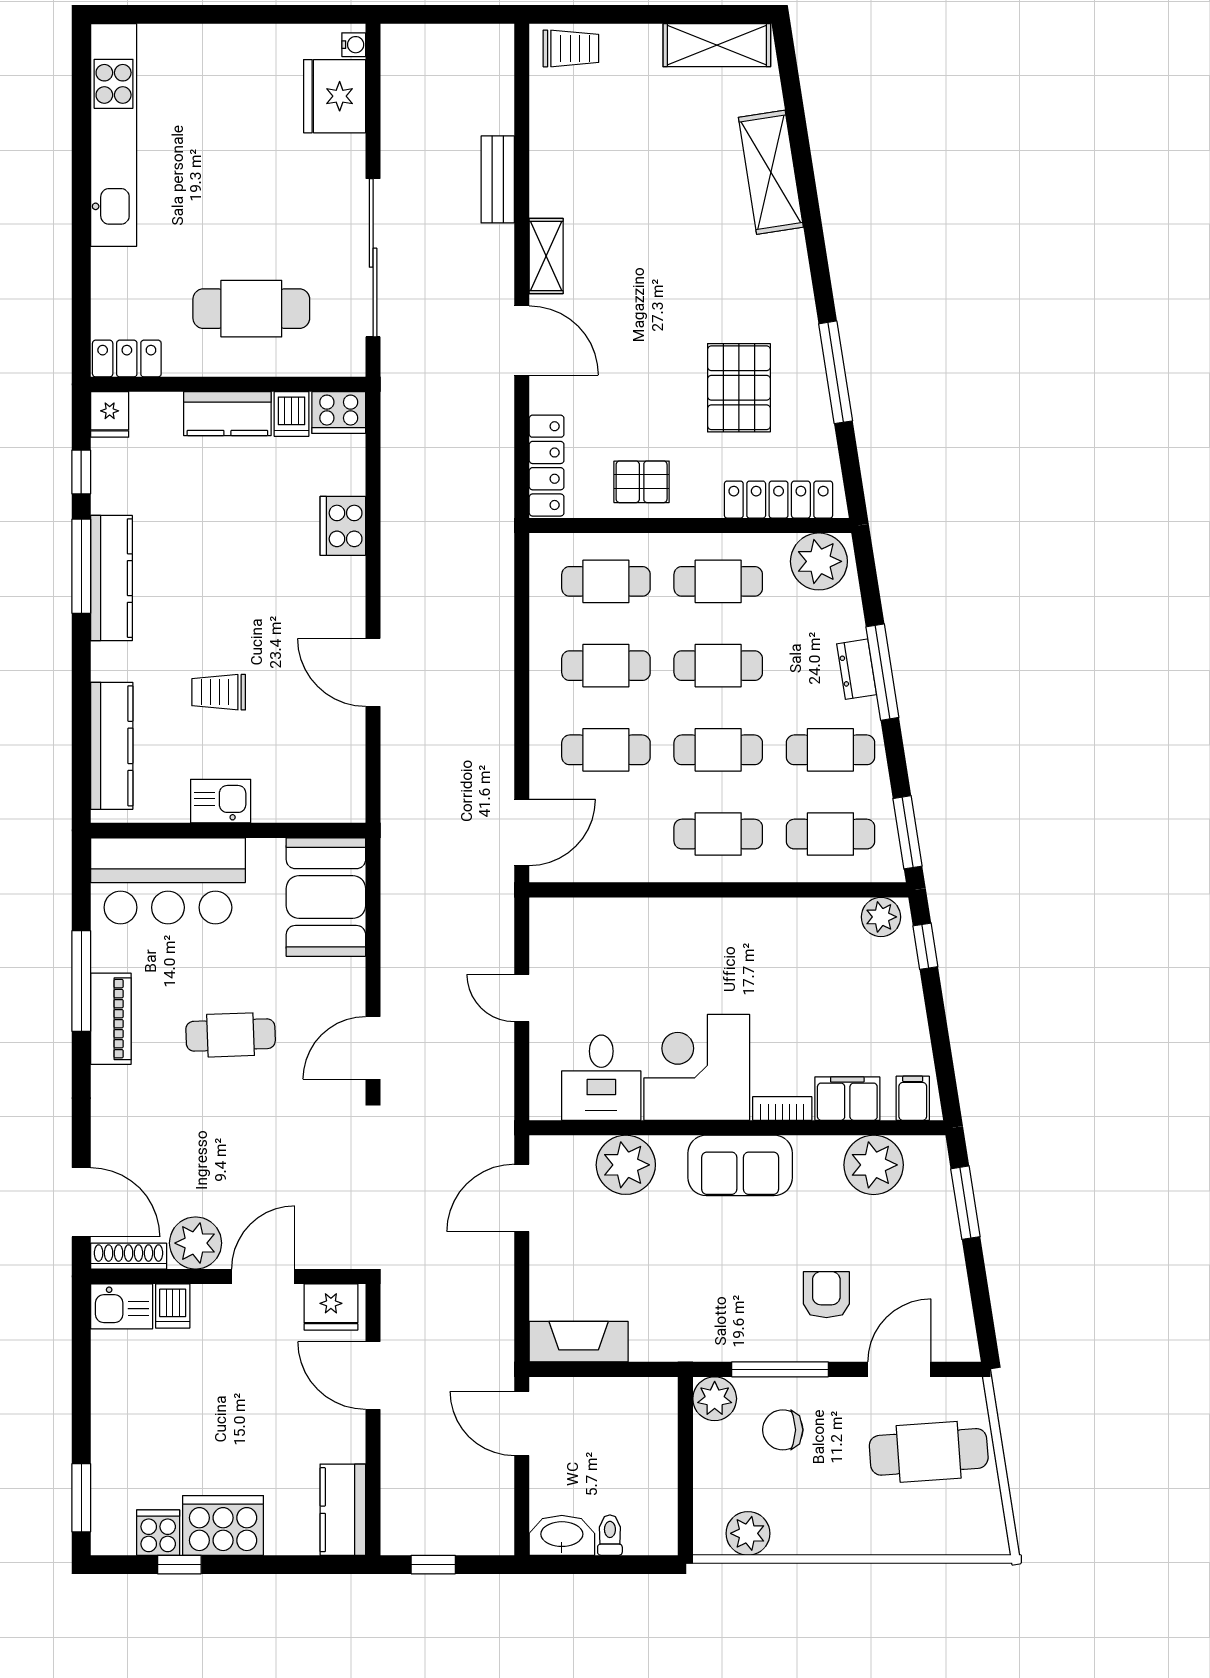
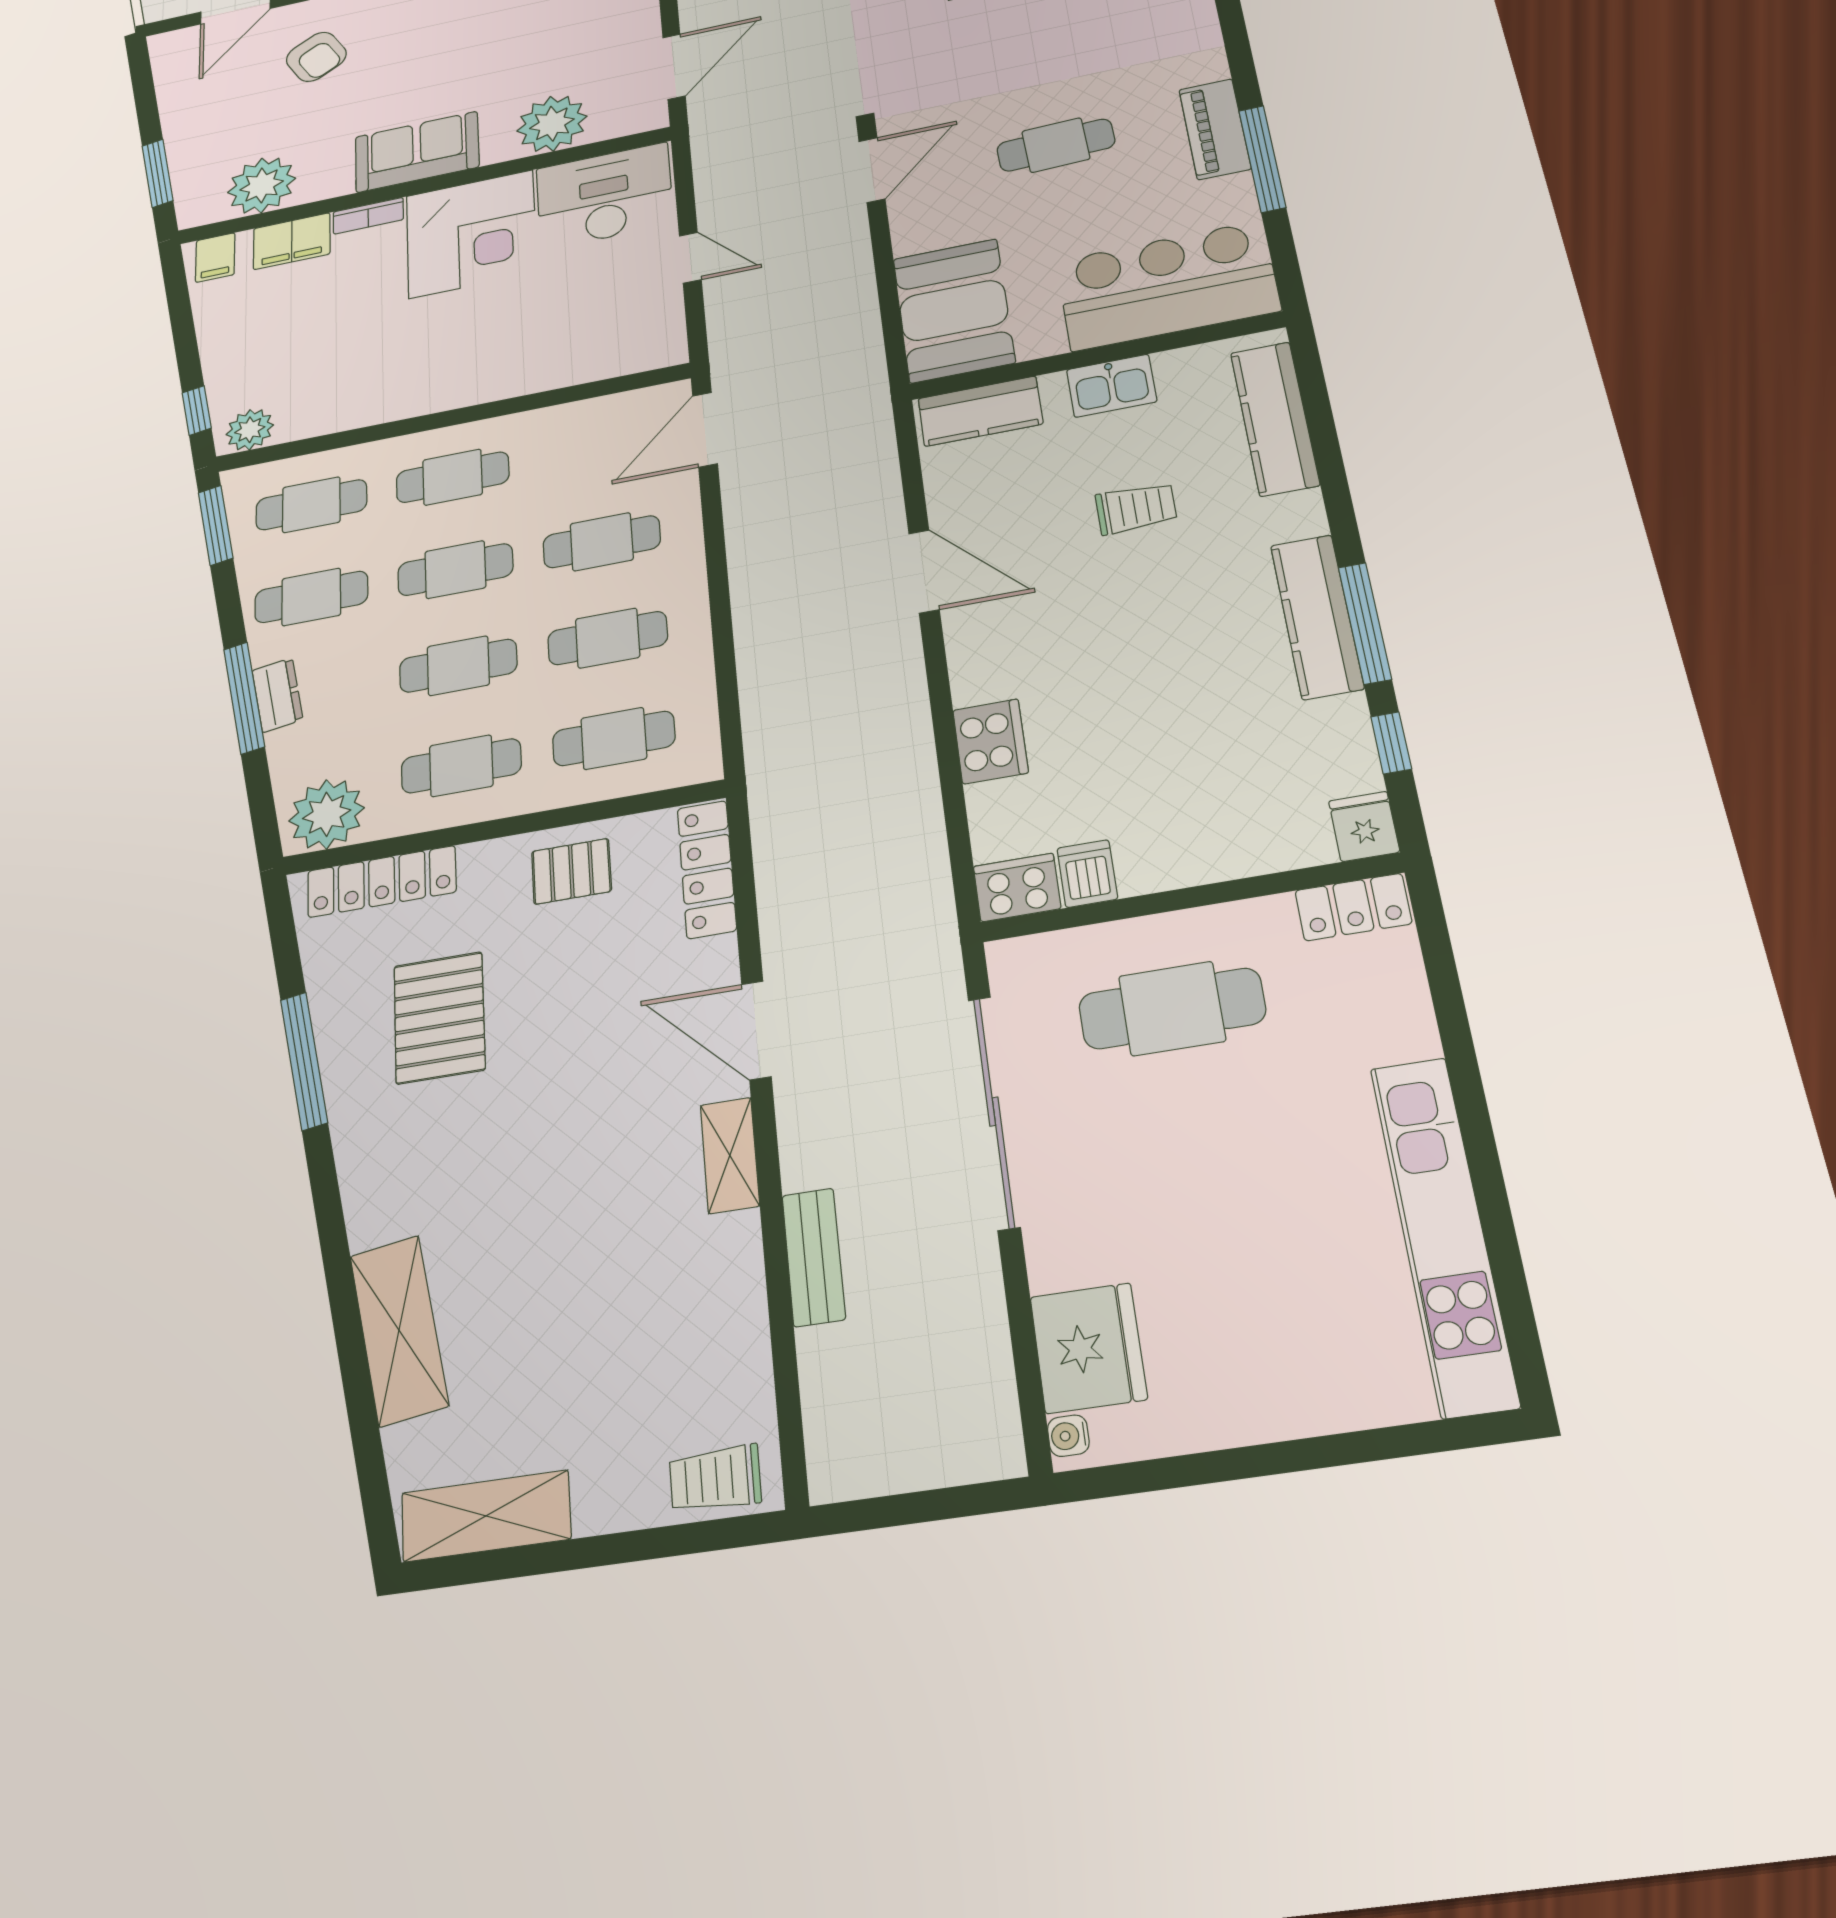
kitchen counter: (227, 414) -> (980, 411), moved, turned 180
desk: (601, 1078) -> (604, 196), width x1.37
armchair: (826, 1295) -> (316, 57), turned -30

